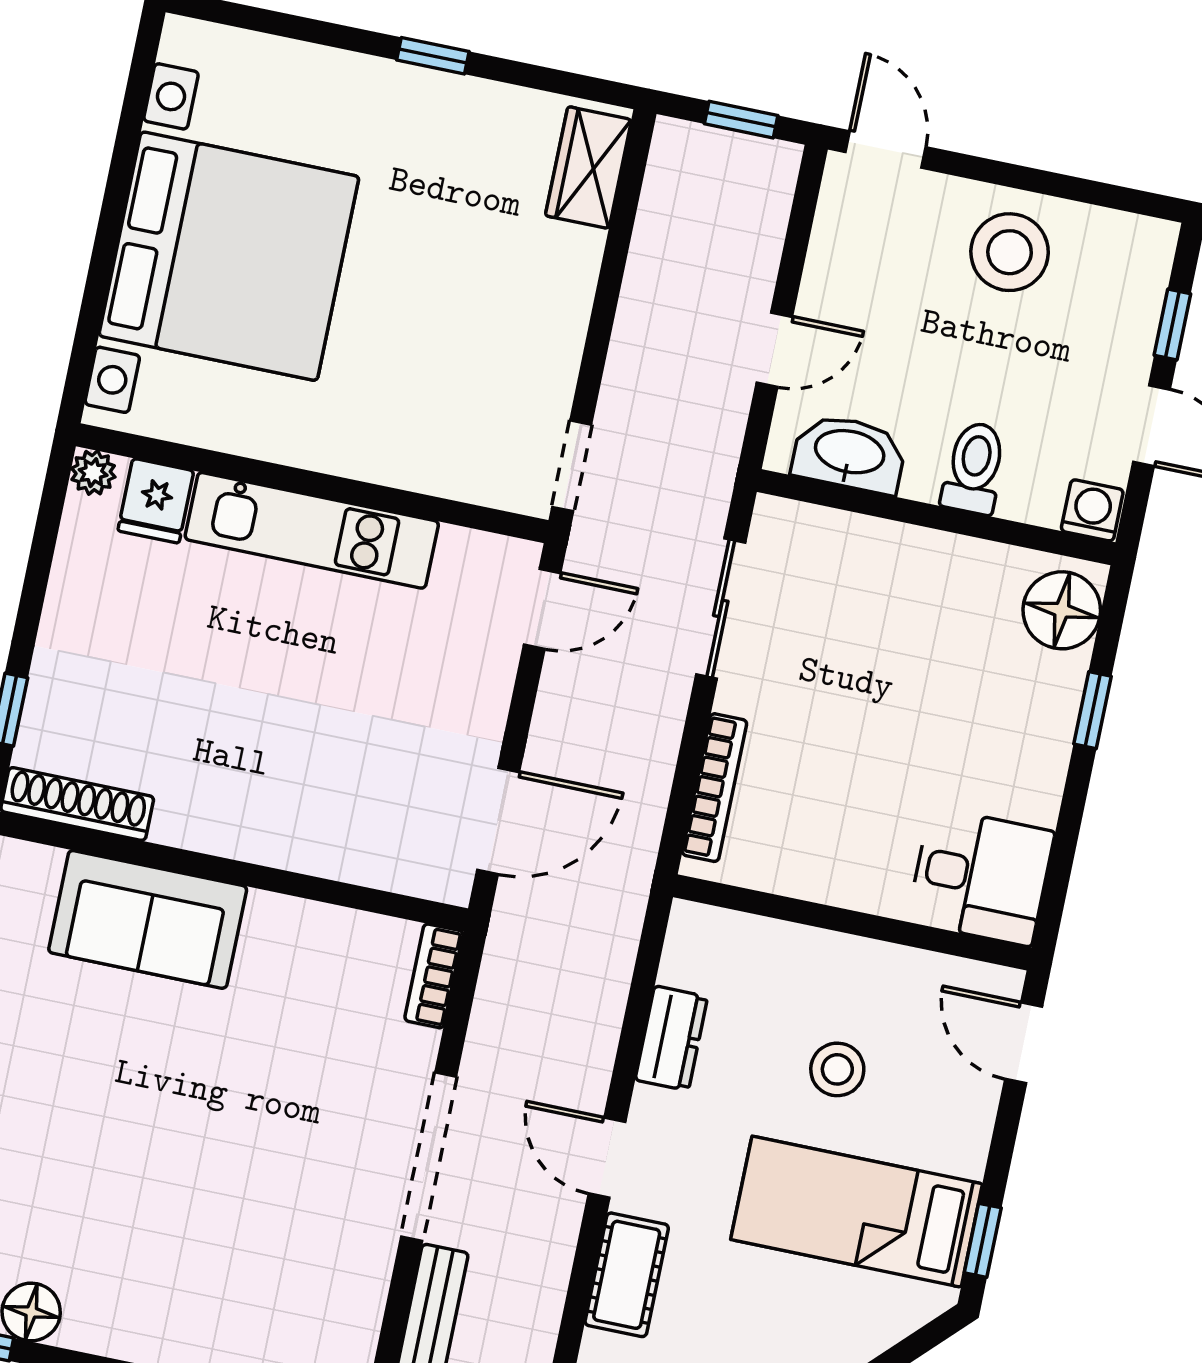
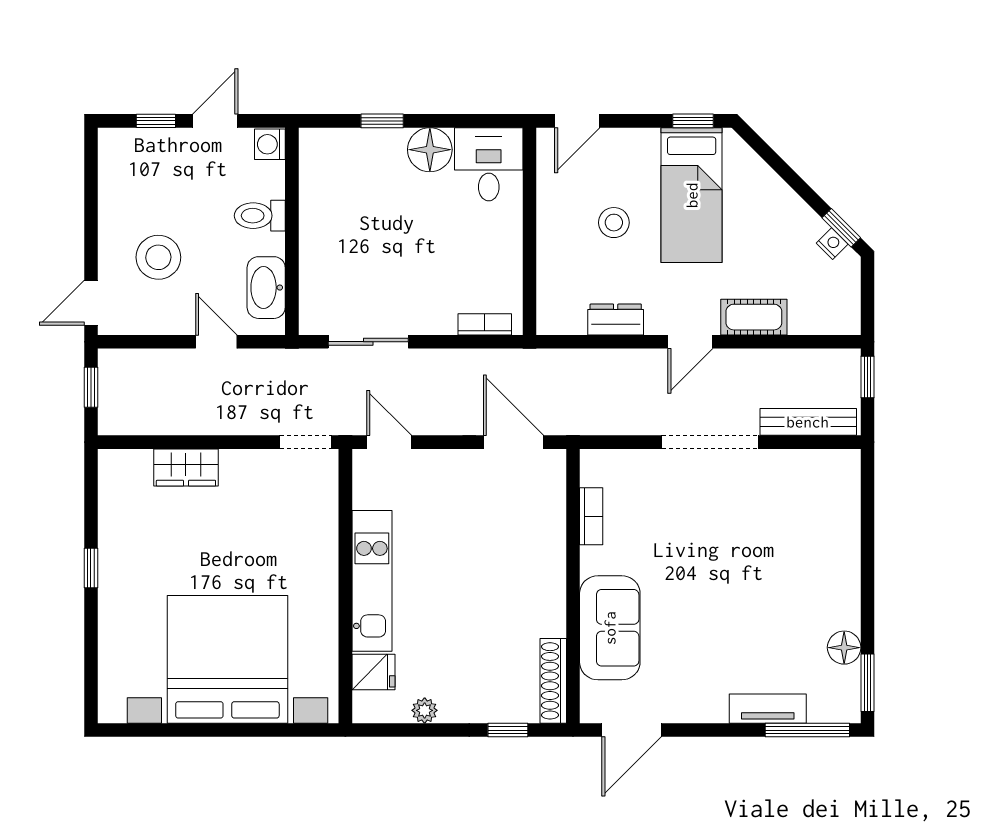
wardrobe: (588, 168) -> (186, 467), moved
stool: (1010, 252) -> (158, 257), moved
plant: (93, 473) -> (425, 710), moved
floor lamp: (1062, 610) -> (430, 150), moved
bookcase: (714, 788) -> (485, 324), width x0.64
bookcase: (434, 976) -> (591, 516), moved, turned -90

